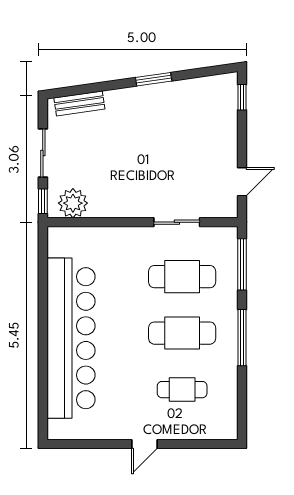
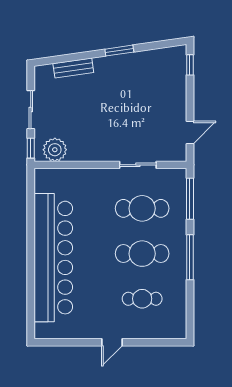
bench: (79, 103) -> (73, 68), moved

